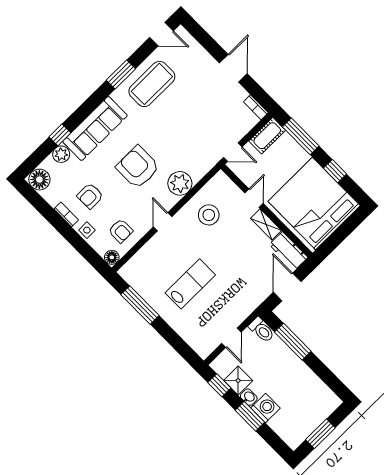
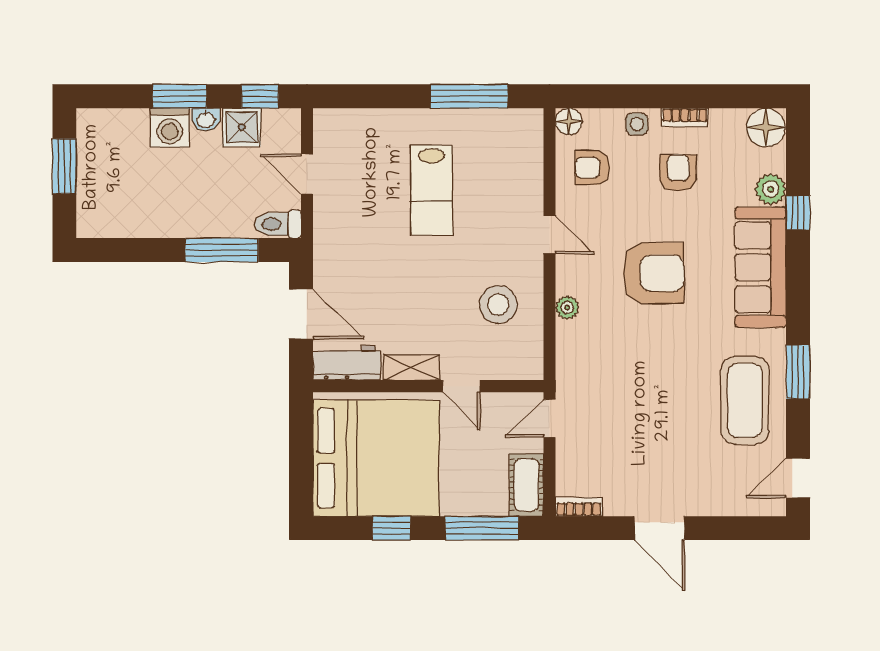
plant: (180, 183) -> (567, 308), width x0.53, depth x0.53

